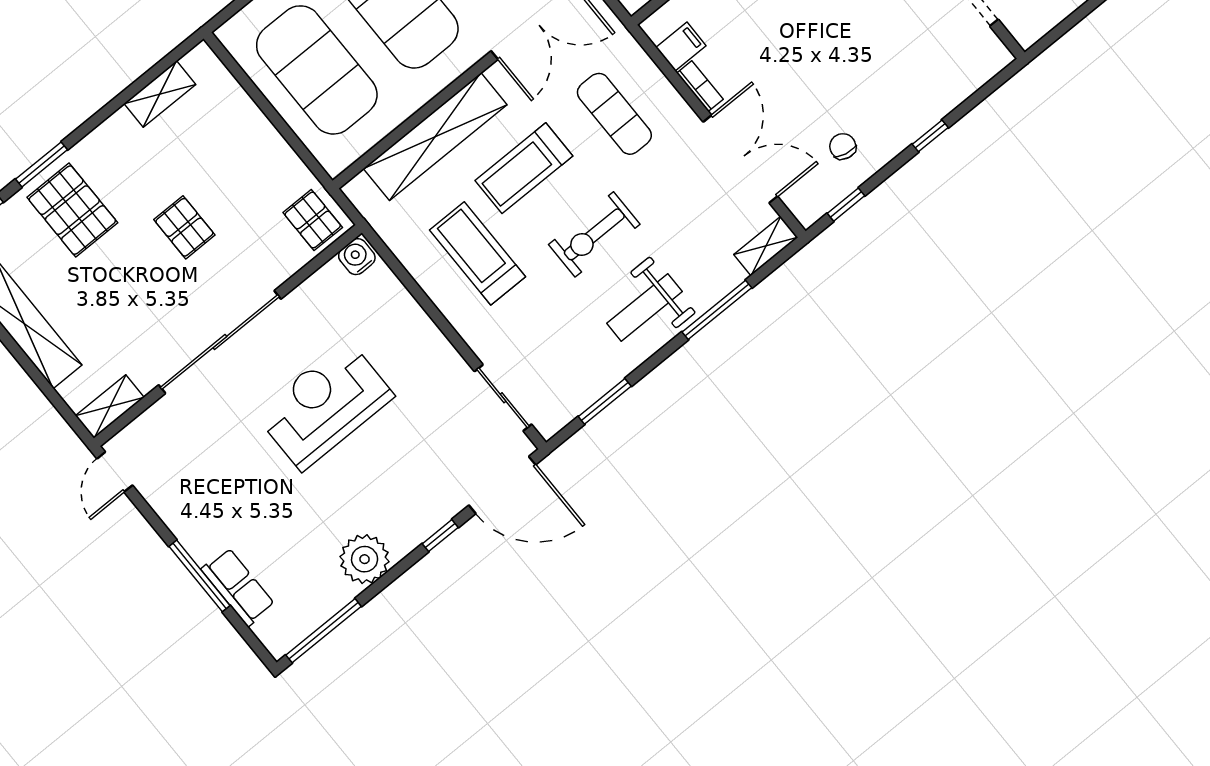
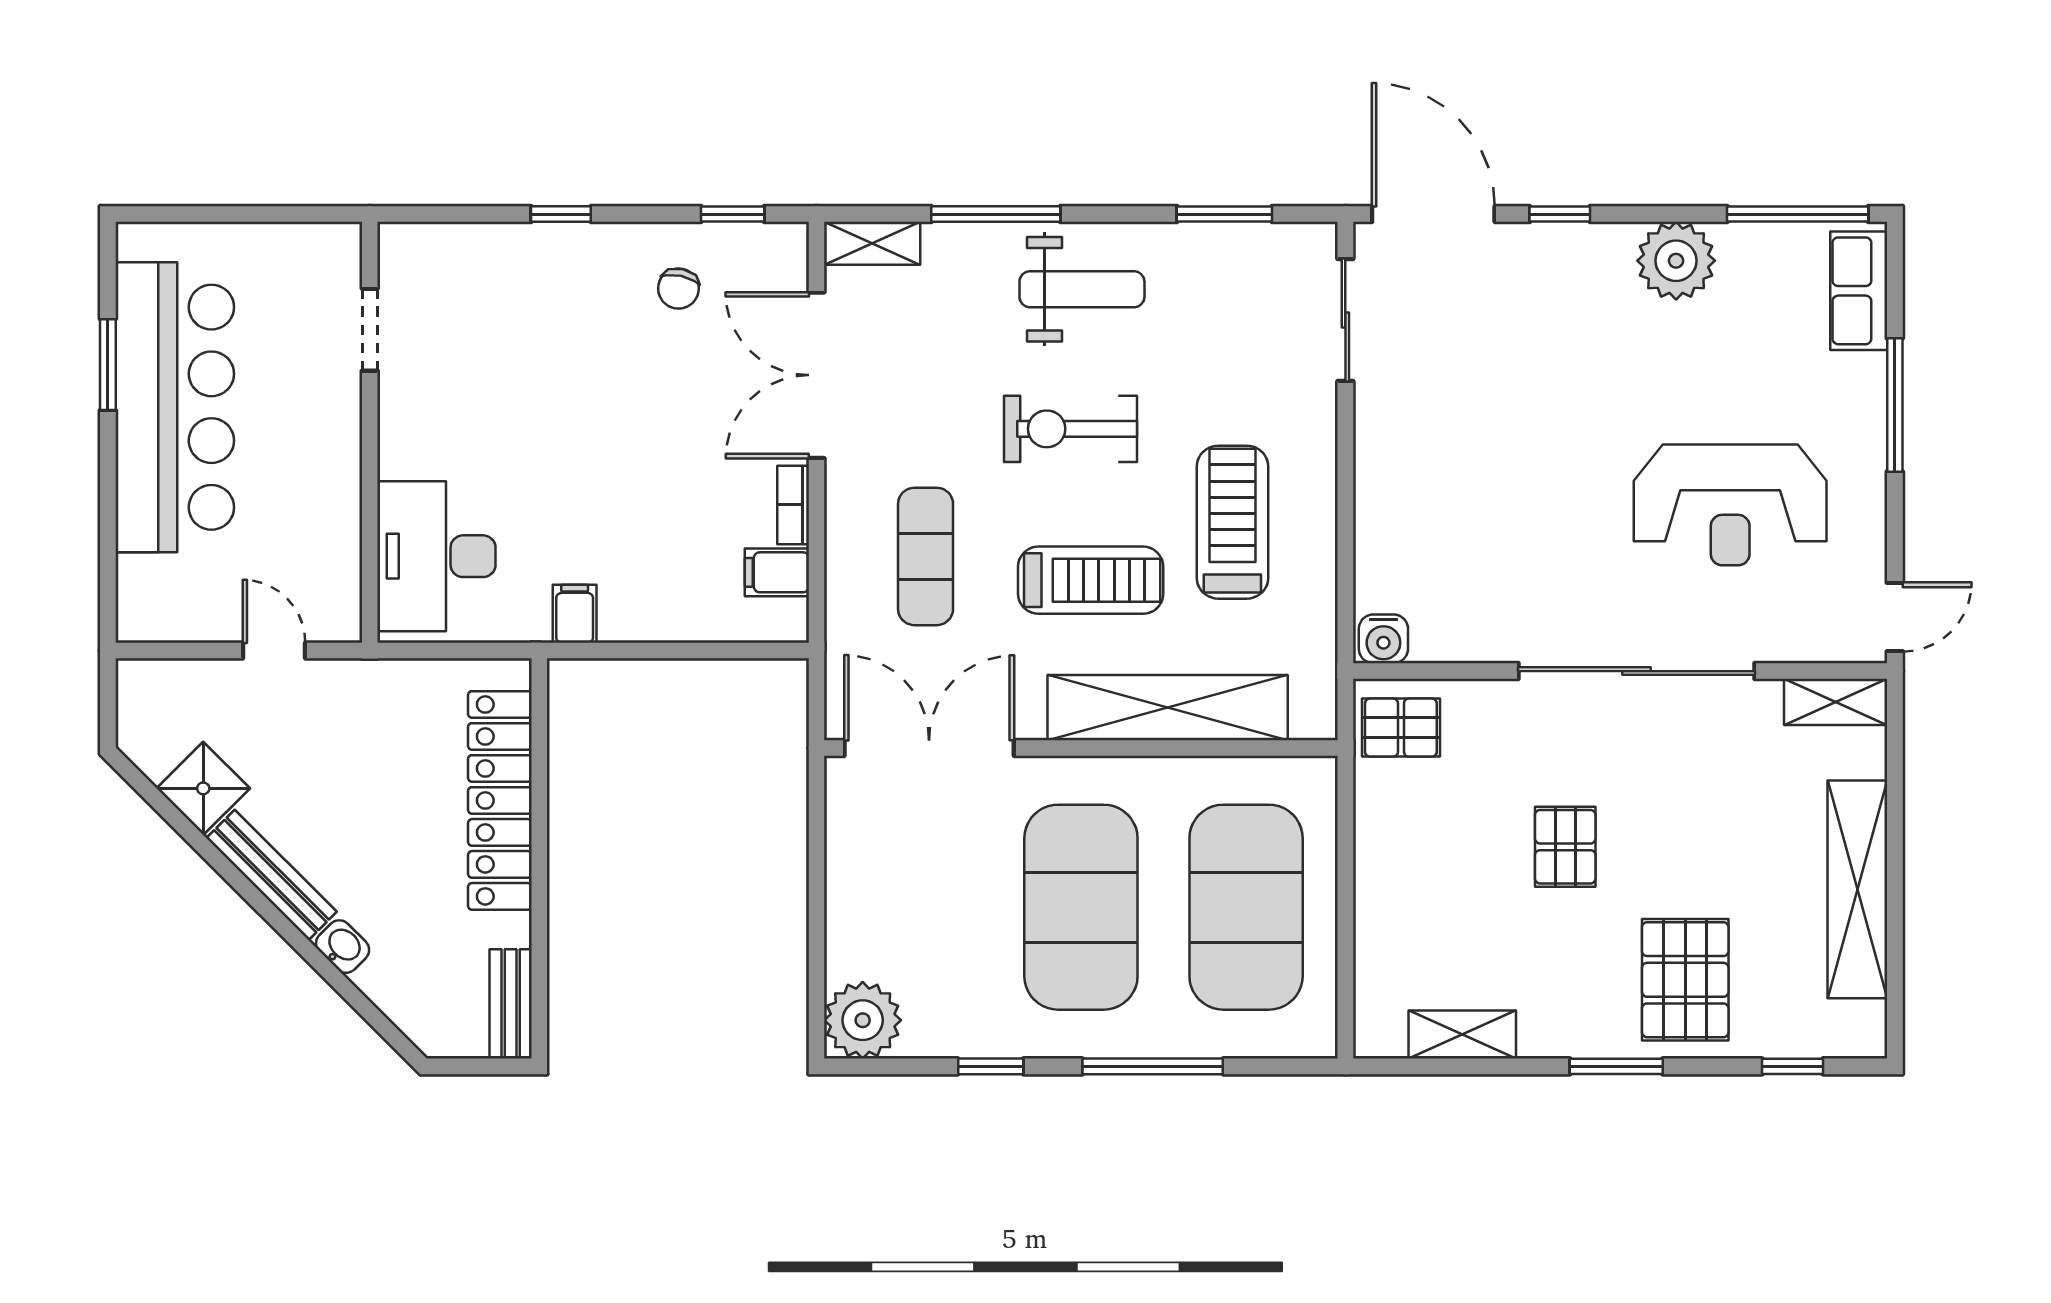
window: (41, 164) -> (1616, 1066), moved
pallet: (313, 220) -> (1401, 728), turned 90
exercise bike: (594, 234) -> (1071, 429), turned 180
treadmill: (478, 253) -> (1232, 522), turned 180
reception desk: (325, 405) -> (1730, 505), moved
row of seats: (238, 587) -> (1859, 291), moved

